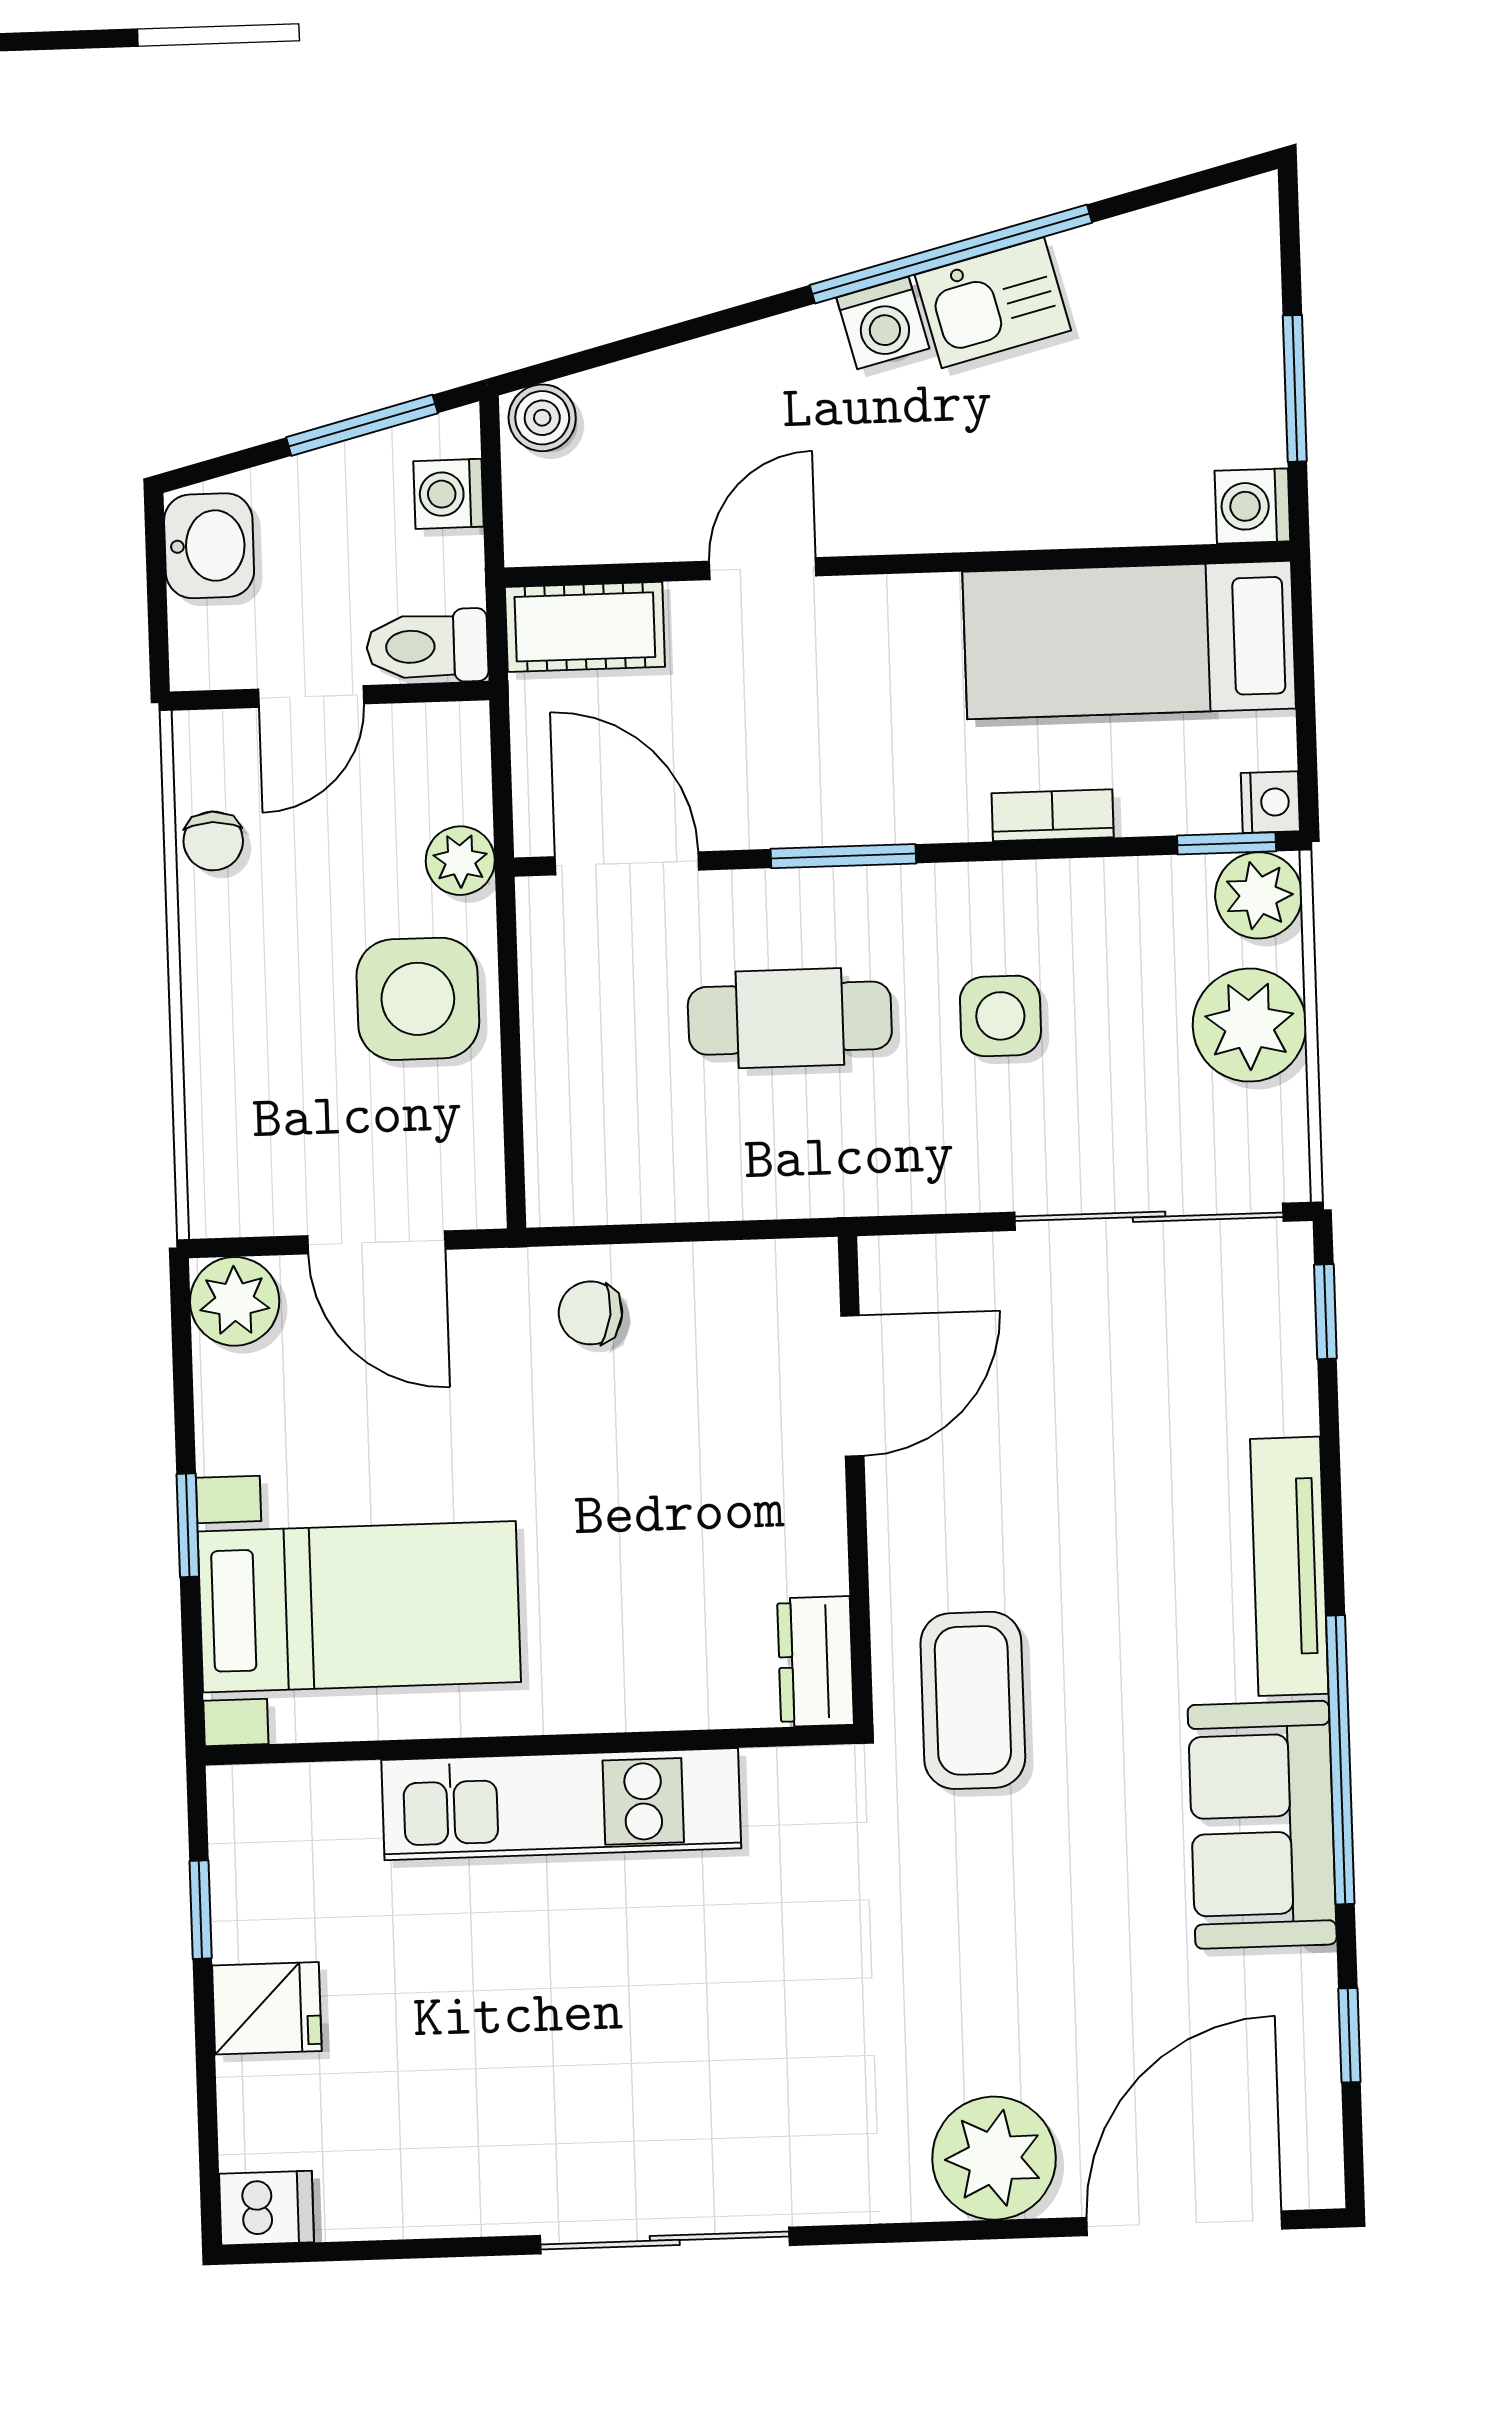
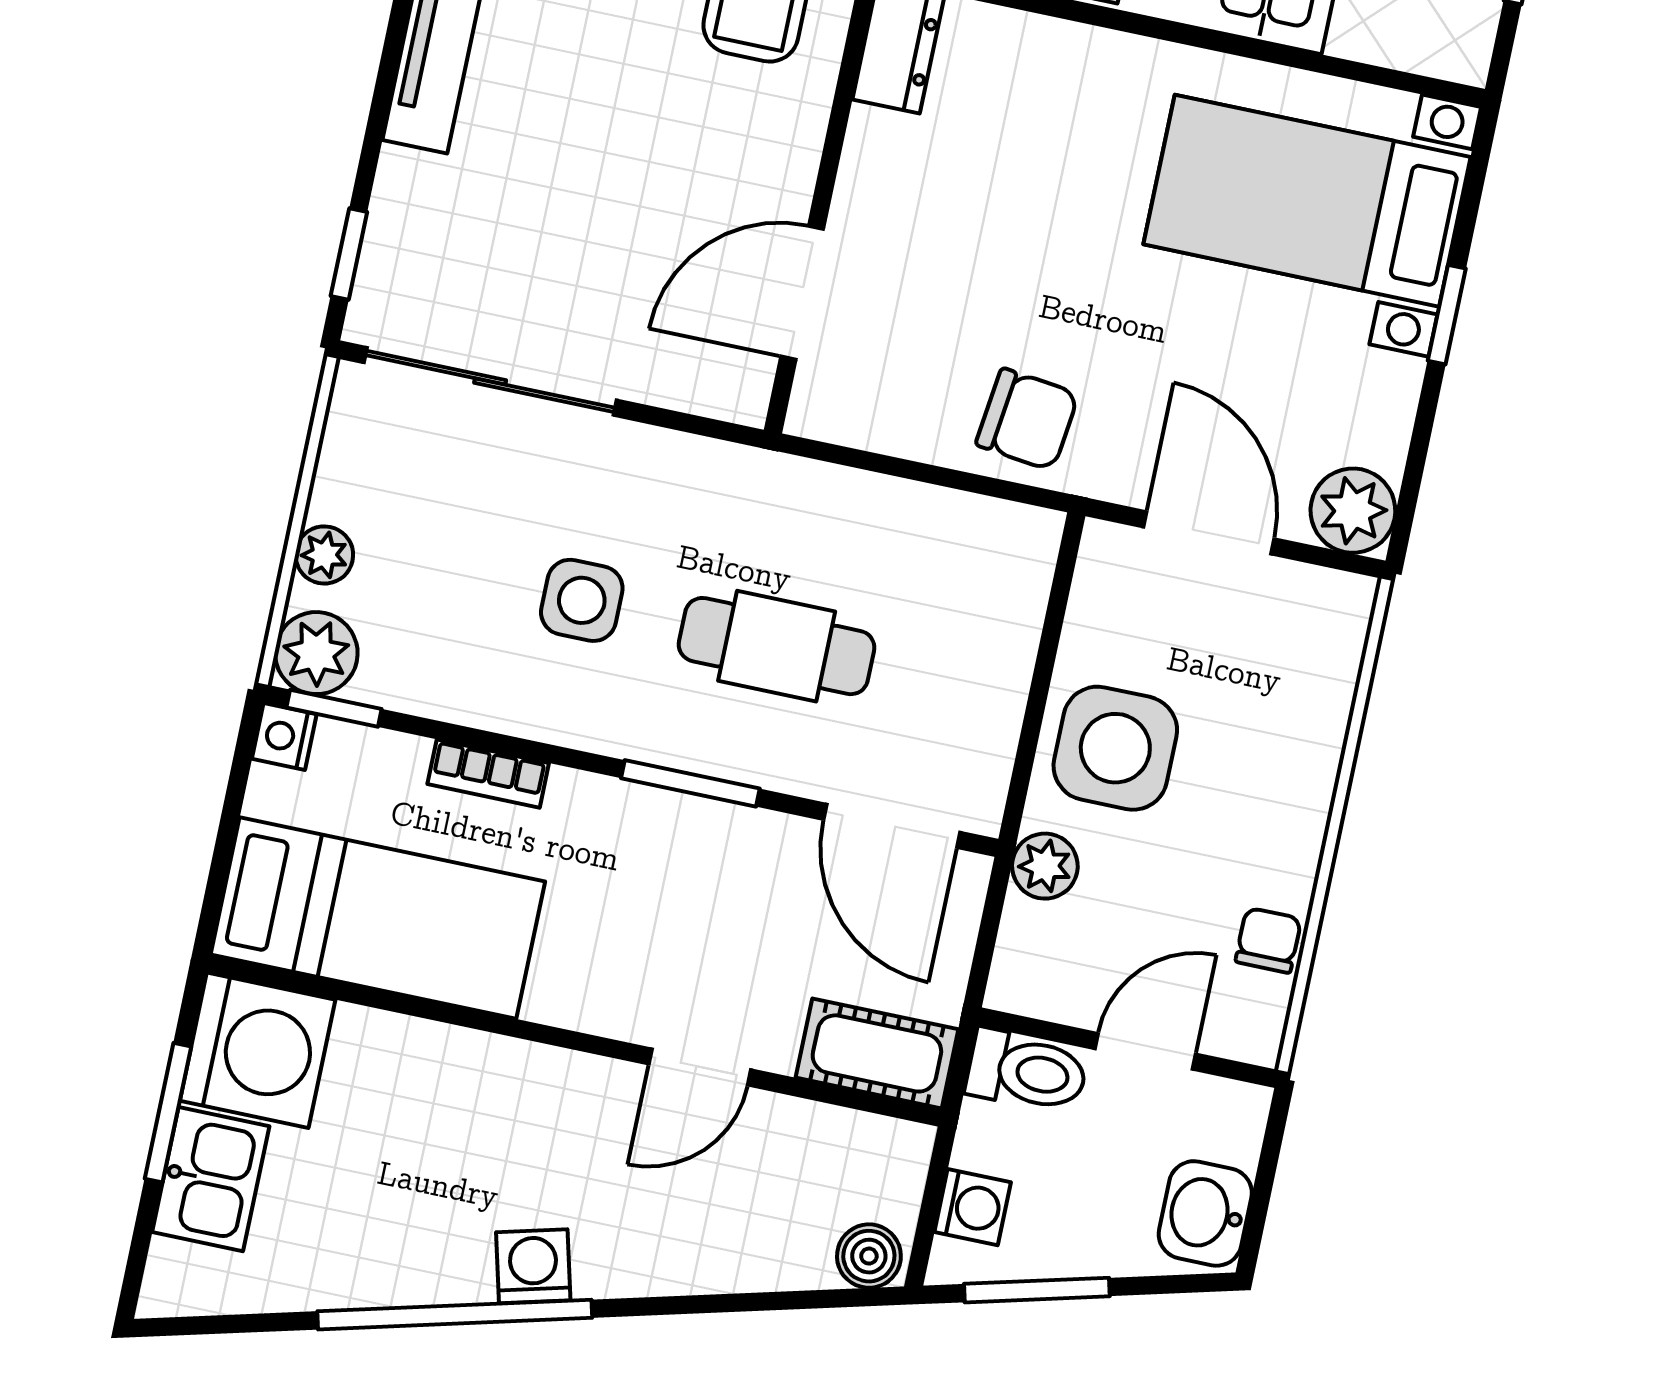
kitchen sink: (993, 303) -> (211, 1179), moved, turned 104
washing machine: (1252, 506) -> (258, 1050), width x1.89, depth x1.89
plant: (1249, 1025) -> (324, 555), width x0.53, depth x0.53
chair: (590, 1313) -> (1027, 419), width x1.37, depth x1.37

